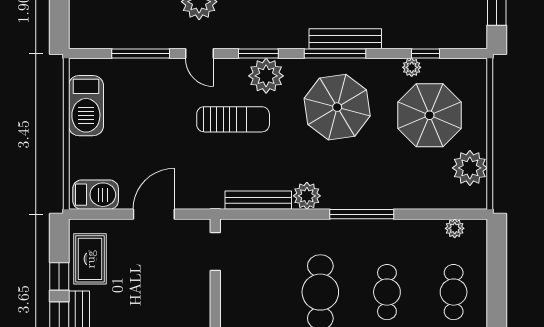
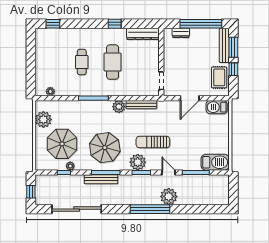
barbecue: (86, 106) -> (215, 162), moved, turned 90
cafe table: (454, 292) -> (51, 62), removed

